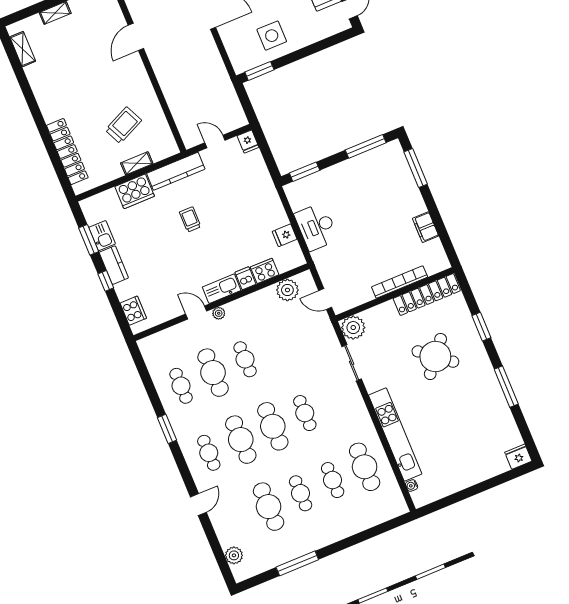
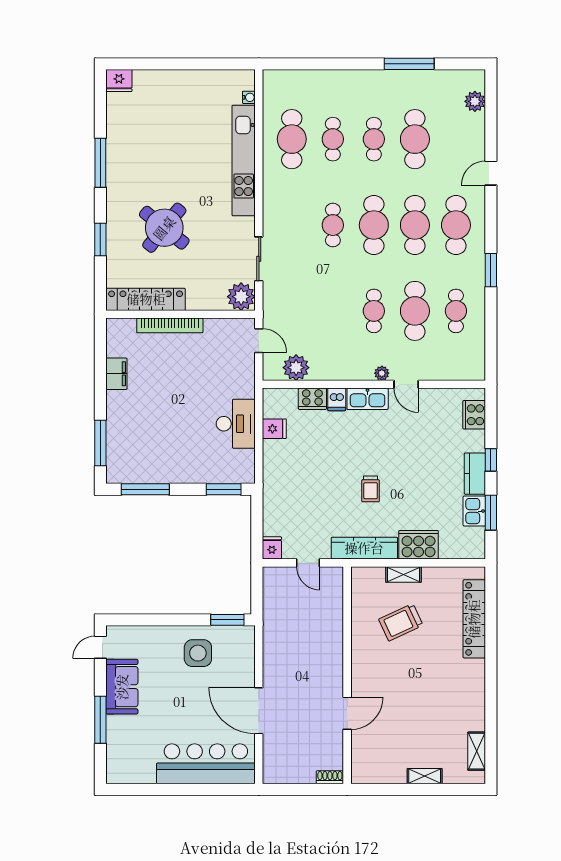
cafe table: (209, 453) -> (456, 225), width x1.37, depth x1.35

